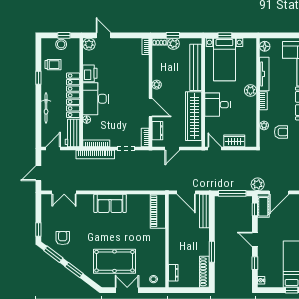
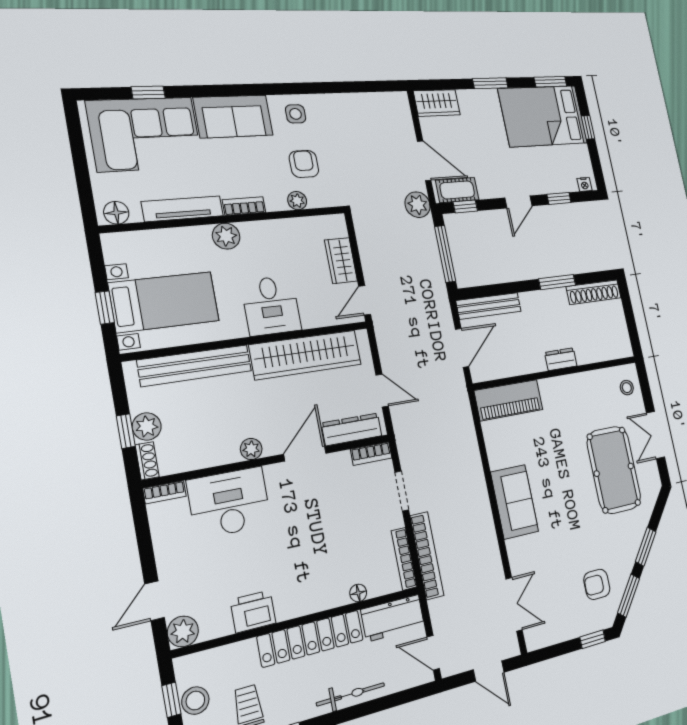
desk: (96, 99) -> (229, 503), moved, turned 180
dresser: (157, 131) -> (352, 429), width x1.44
dresser: (173, 273) -> (561, 359), moved

